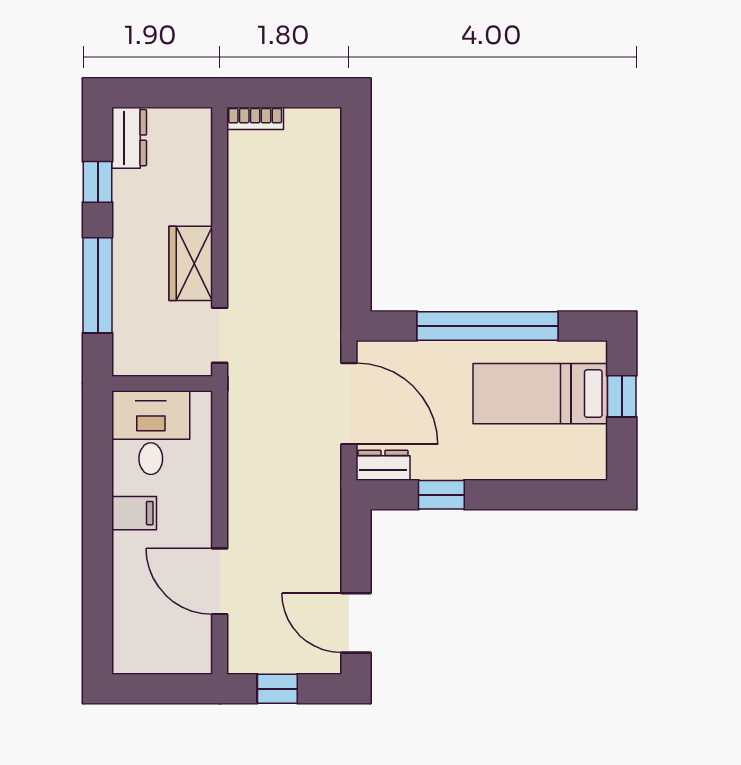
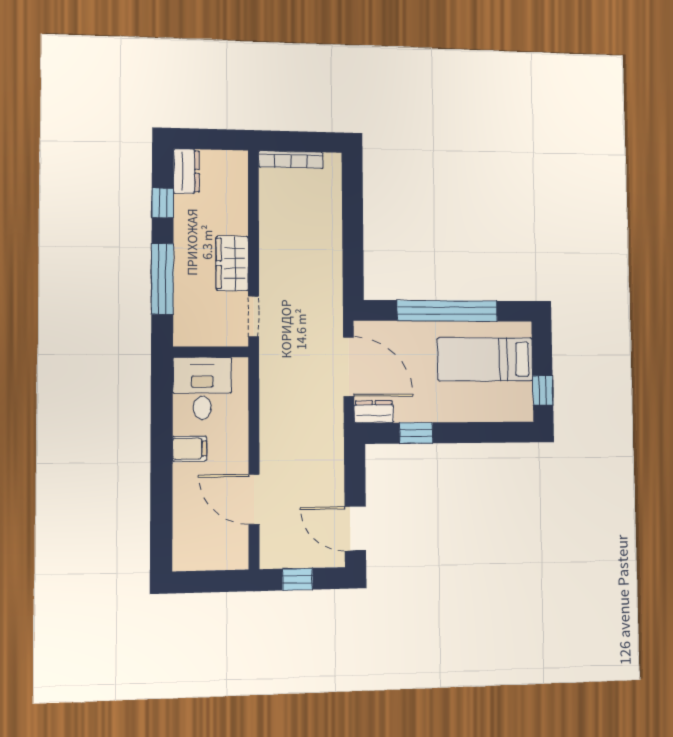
bookcase: (255, 118) -> (291, 160), width x1.56
window: (622, 396) -> (543, 390), moved

